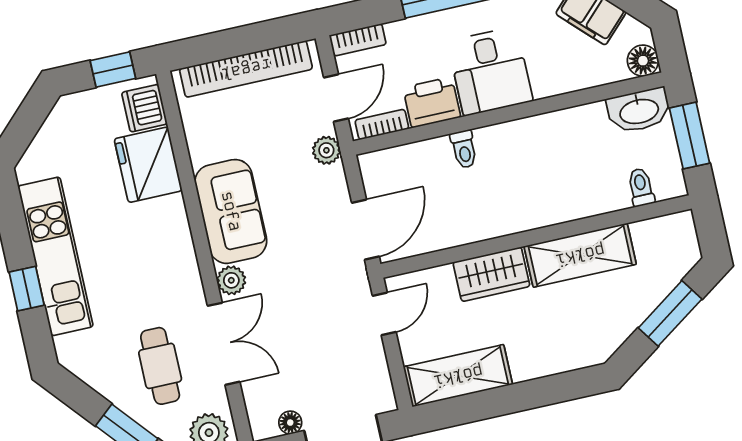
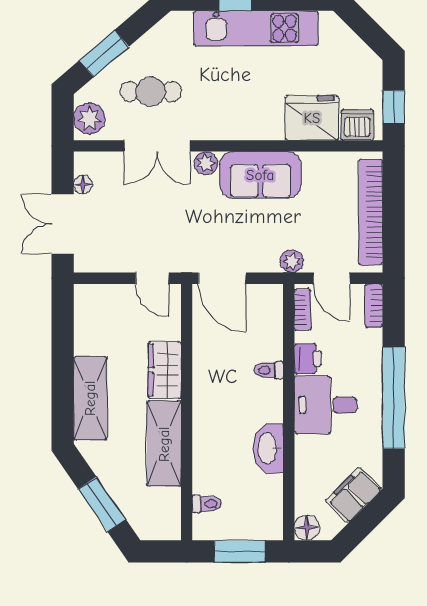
printer: (432, 102) -> (308, 359), width x0.73, depth x0.81
washbasin: (639, 110) -> (268, 448), moved
shelving: (458, 376) -> (90, 398), moved

